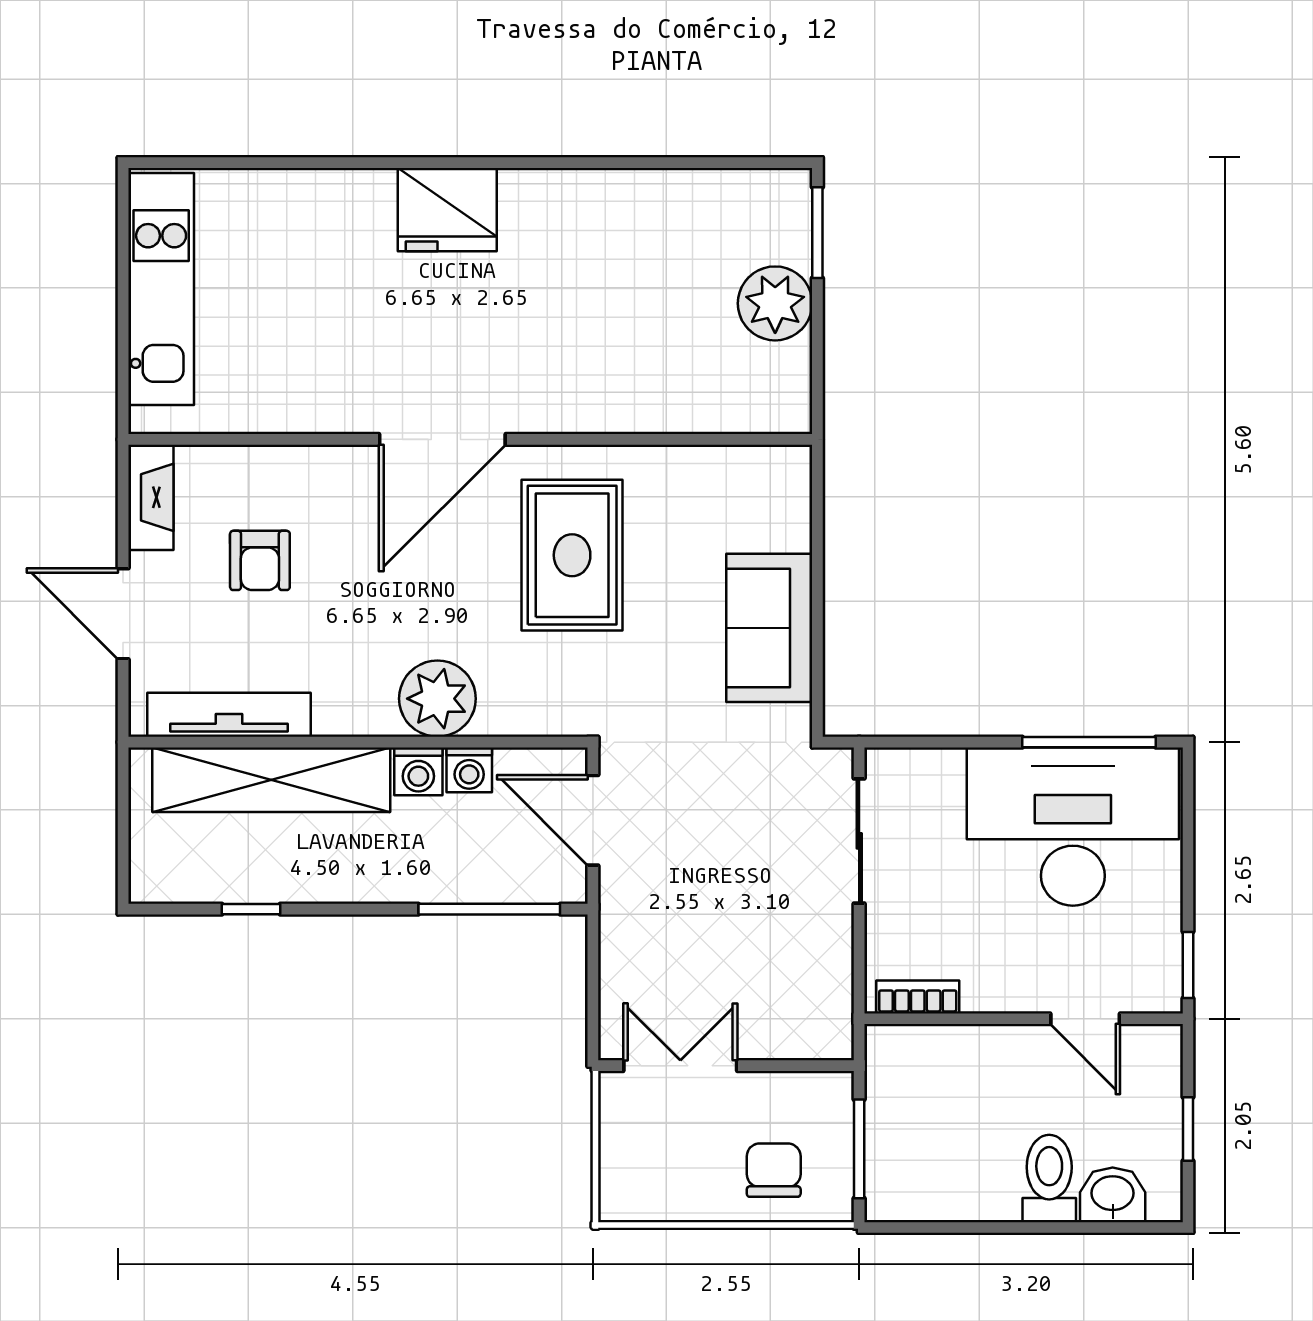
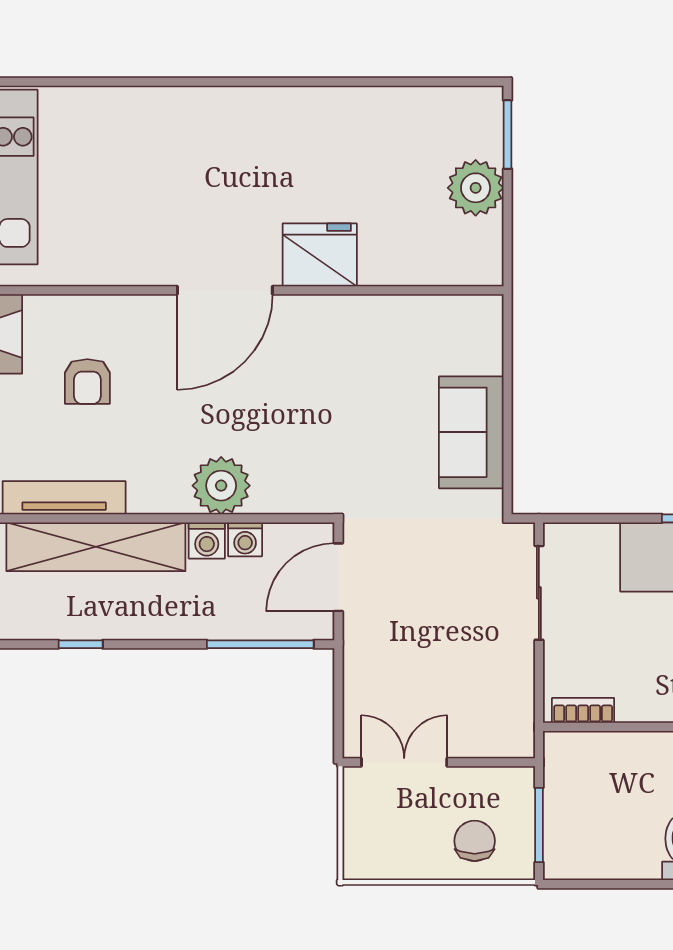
fridge: (447, 210) -> (320, 255), moved, turned 180
rug: (572, 555) -> (323, 378), removed
door: (593, 820) -> (338, 577), hinge flipped

